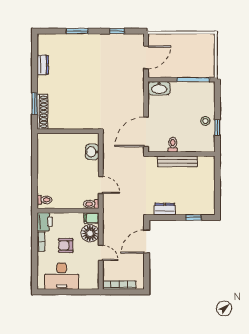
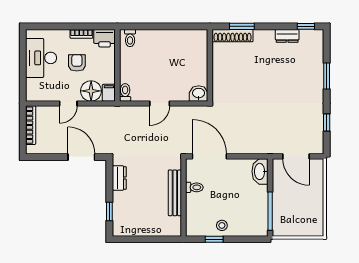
window: (35, 49) -> (306, 26), added
washbasin: (92, 152) -> (199, 94), moved
door: (101, 185) -> (160, 103), moved

